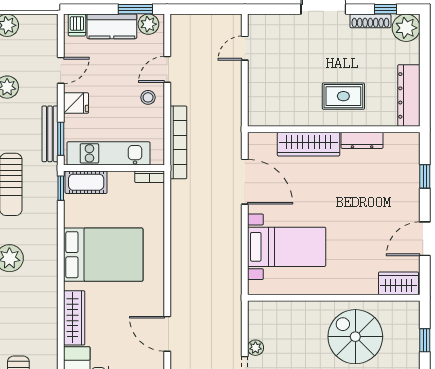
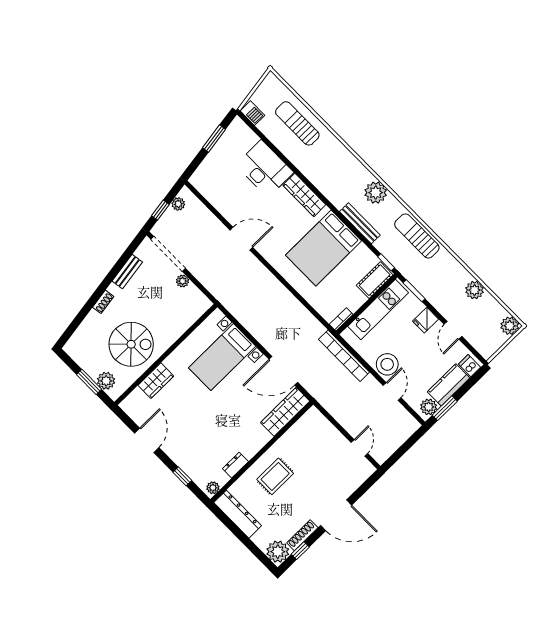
stool: (148, 97) -> (387, 364), width x1.89, depth x1.89
bench: (50, 134) -> (360, 223), moved
dresser: (362, 140) -> (235, 465), width x0.70
plant: (408, 140) -> (213, 488), added
wardrobe: (309, 144) -> (285, 412), moved
wardrobe: (398, 283) -> (156, 381), moved
plant: (409, 326) -> (106, 381), added
window: (425, 340) -> (89, 382), width x1.50

